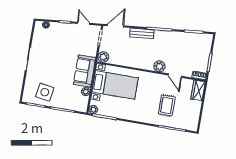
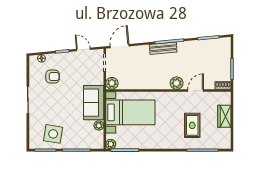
bench: (142, 33) -> (163, 48), moved
armchair: (53, 42) -> (53, 77), added
door: (175, 76) -> (196, 91), swing flipped
wardrobe: (198, 90) -> (224, 116), moved

